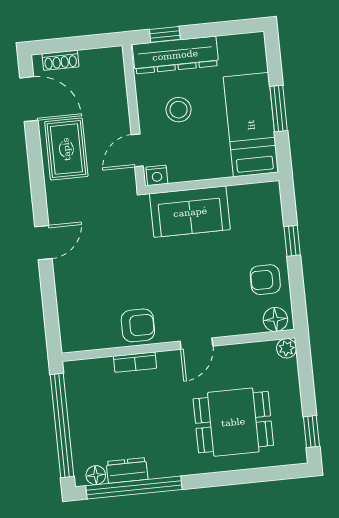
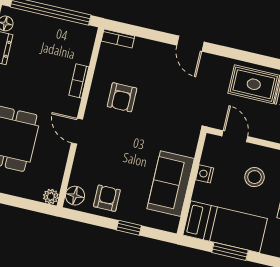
nightstand: (157, 175) -> (205, 174), moved
sofa: (190, 212) -> (171, 184), moved
armchair: (138, 325) -> (122, 97), moved
bookcase: (67, 333) -> (118, 38), added

